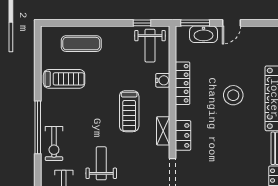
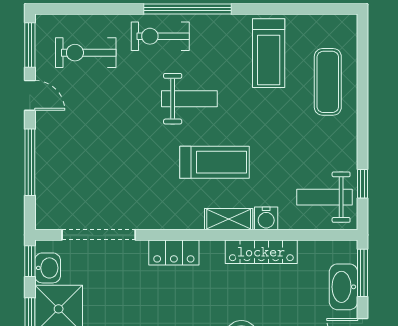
treadmill: (129, 111) -> (215, 162), turned 180
shelving: (163, 131) -> (229, 219), moved
weight bench: (101, 163) -> (189, 99), moved

